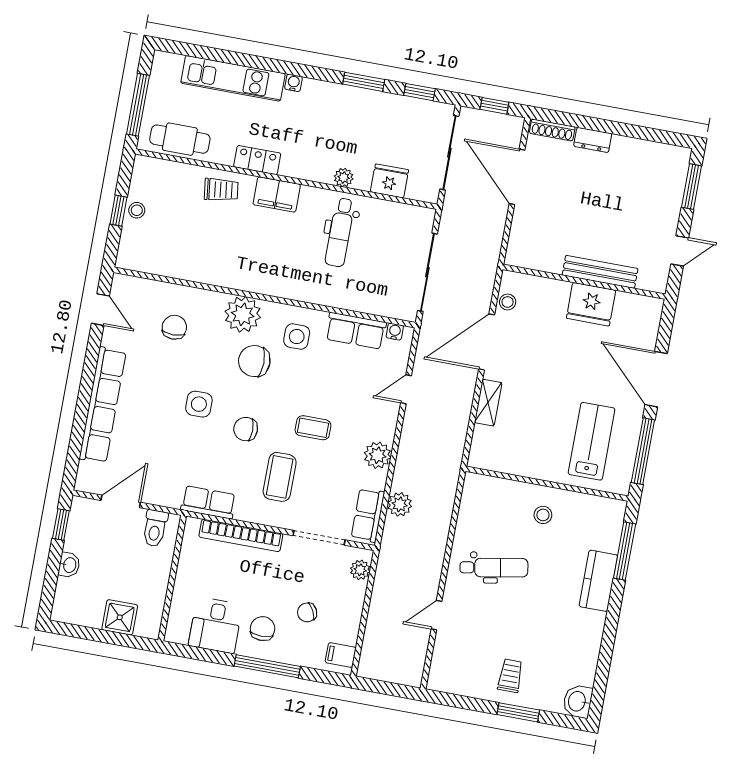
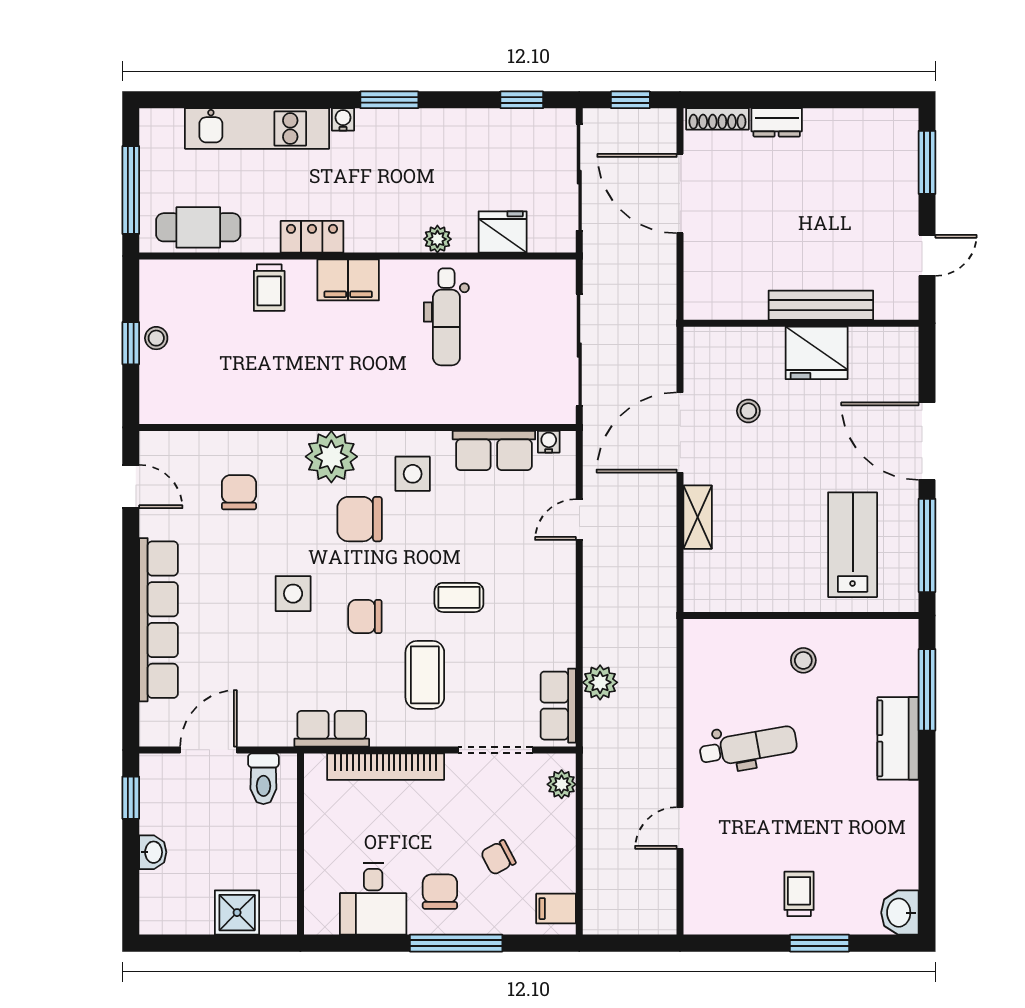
window: (364, 82) -> (389, 100), moved
trolley: (221, 190) -> (269, 288), turned 97
stool: (508, 302) -> (748, 411), moved
plant: (378, 455) -> (556, 619), removed

